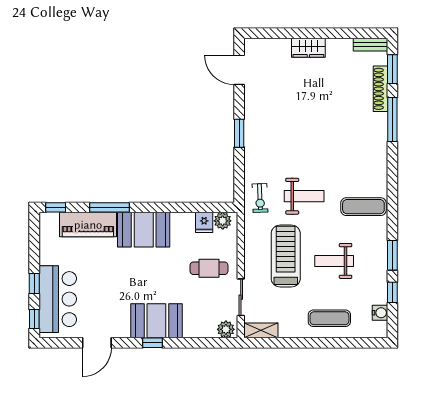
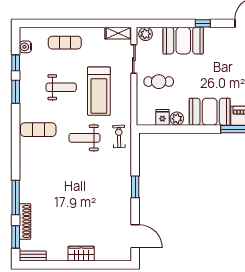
plant: (223, 221) -> (177, 119), moved
booth: (156, 321) -> (183, 41), moved

